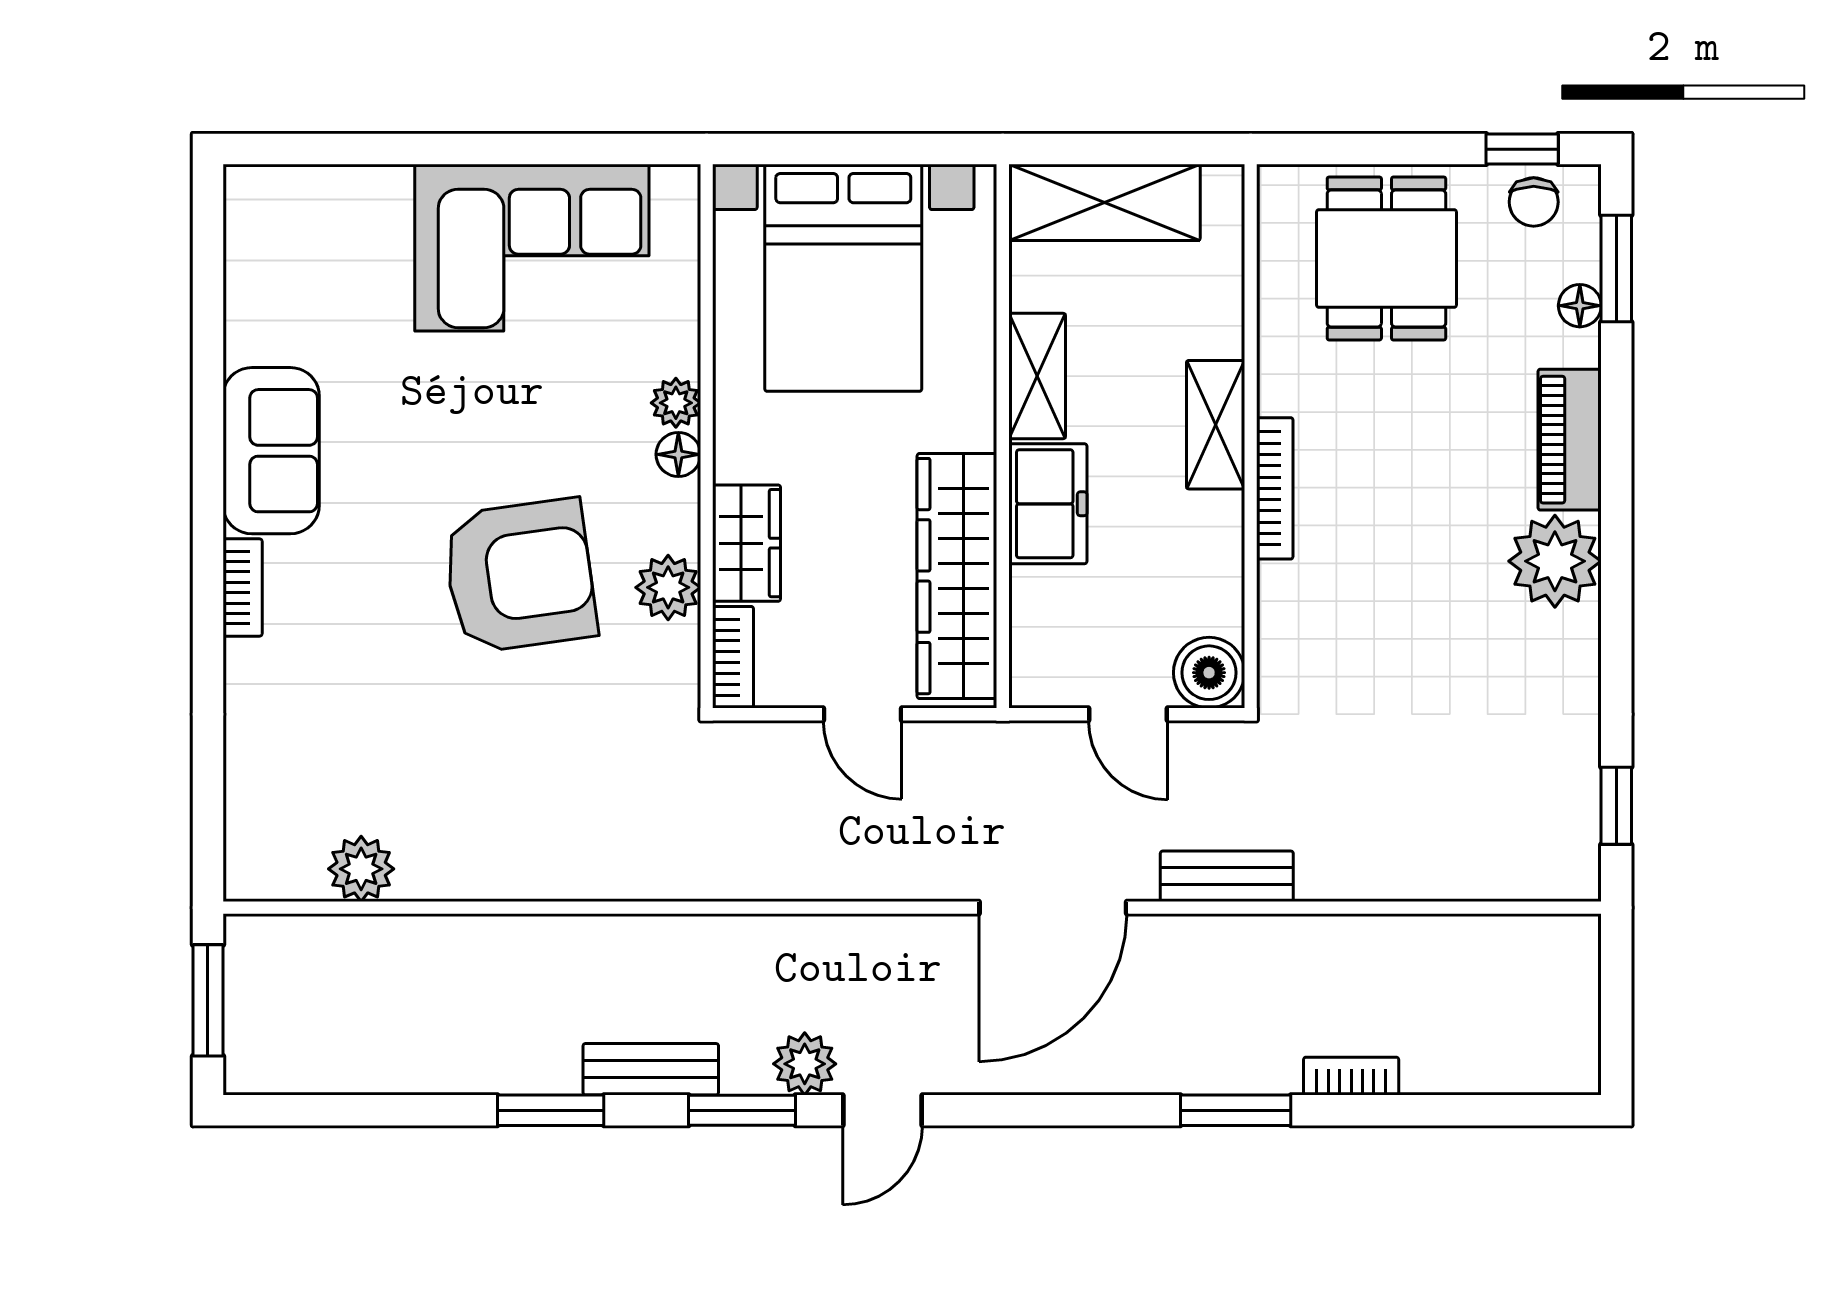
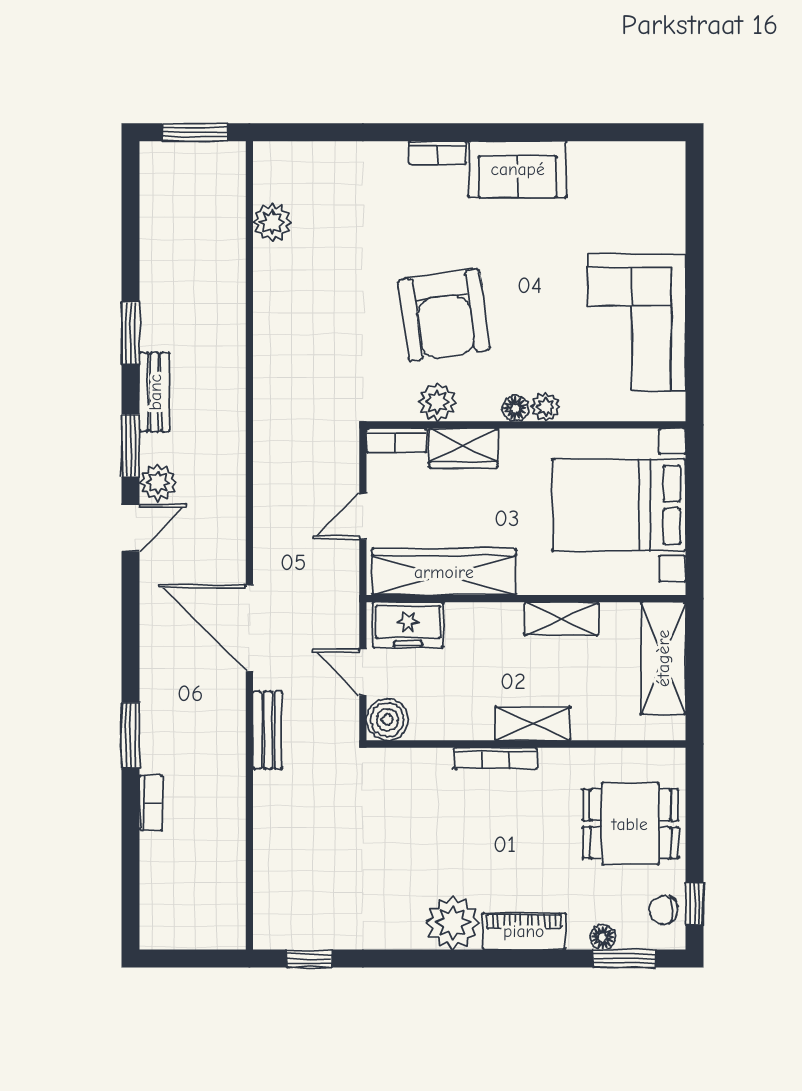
freezer: (1048, 504) -> (408, 625), moved
door: (1128, 714) -> (363, 672), hinge flipped
door: (882, 1110) -> (131, 528), swing flipped

